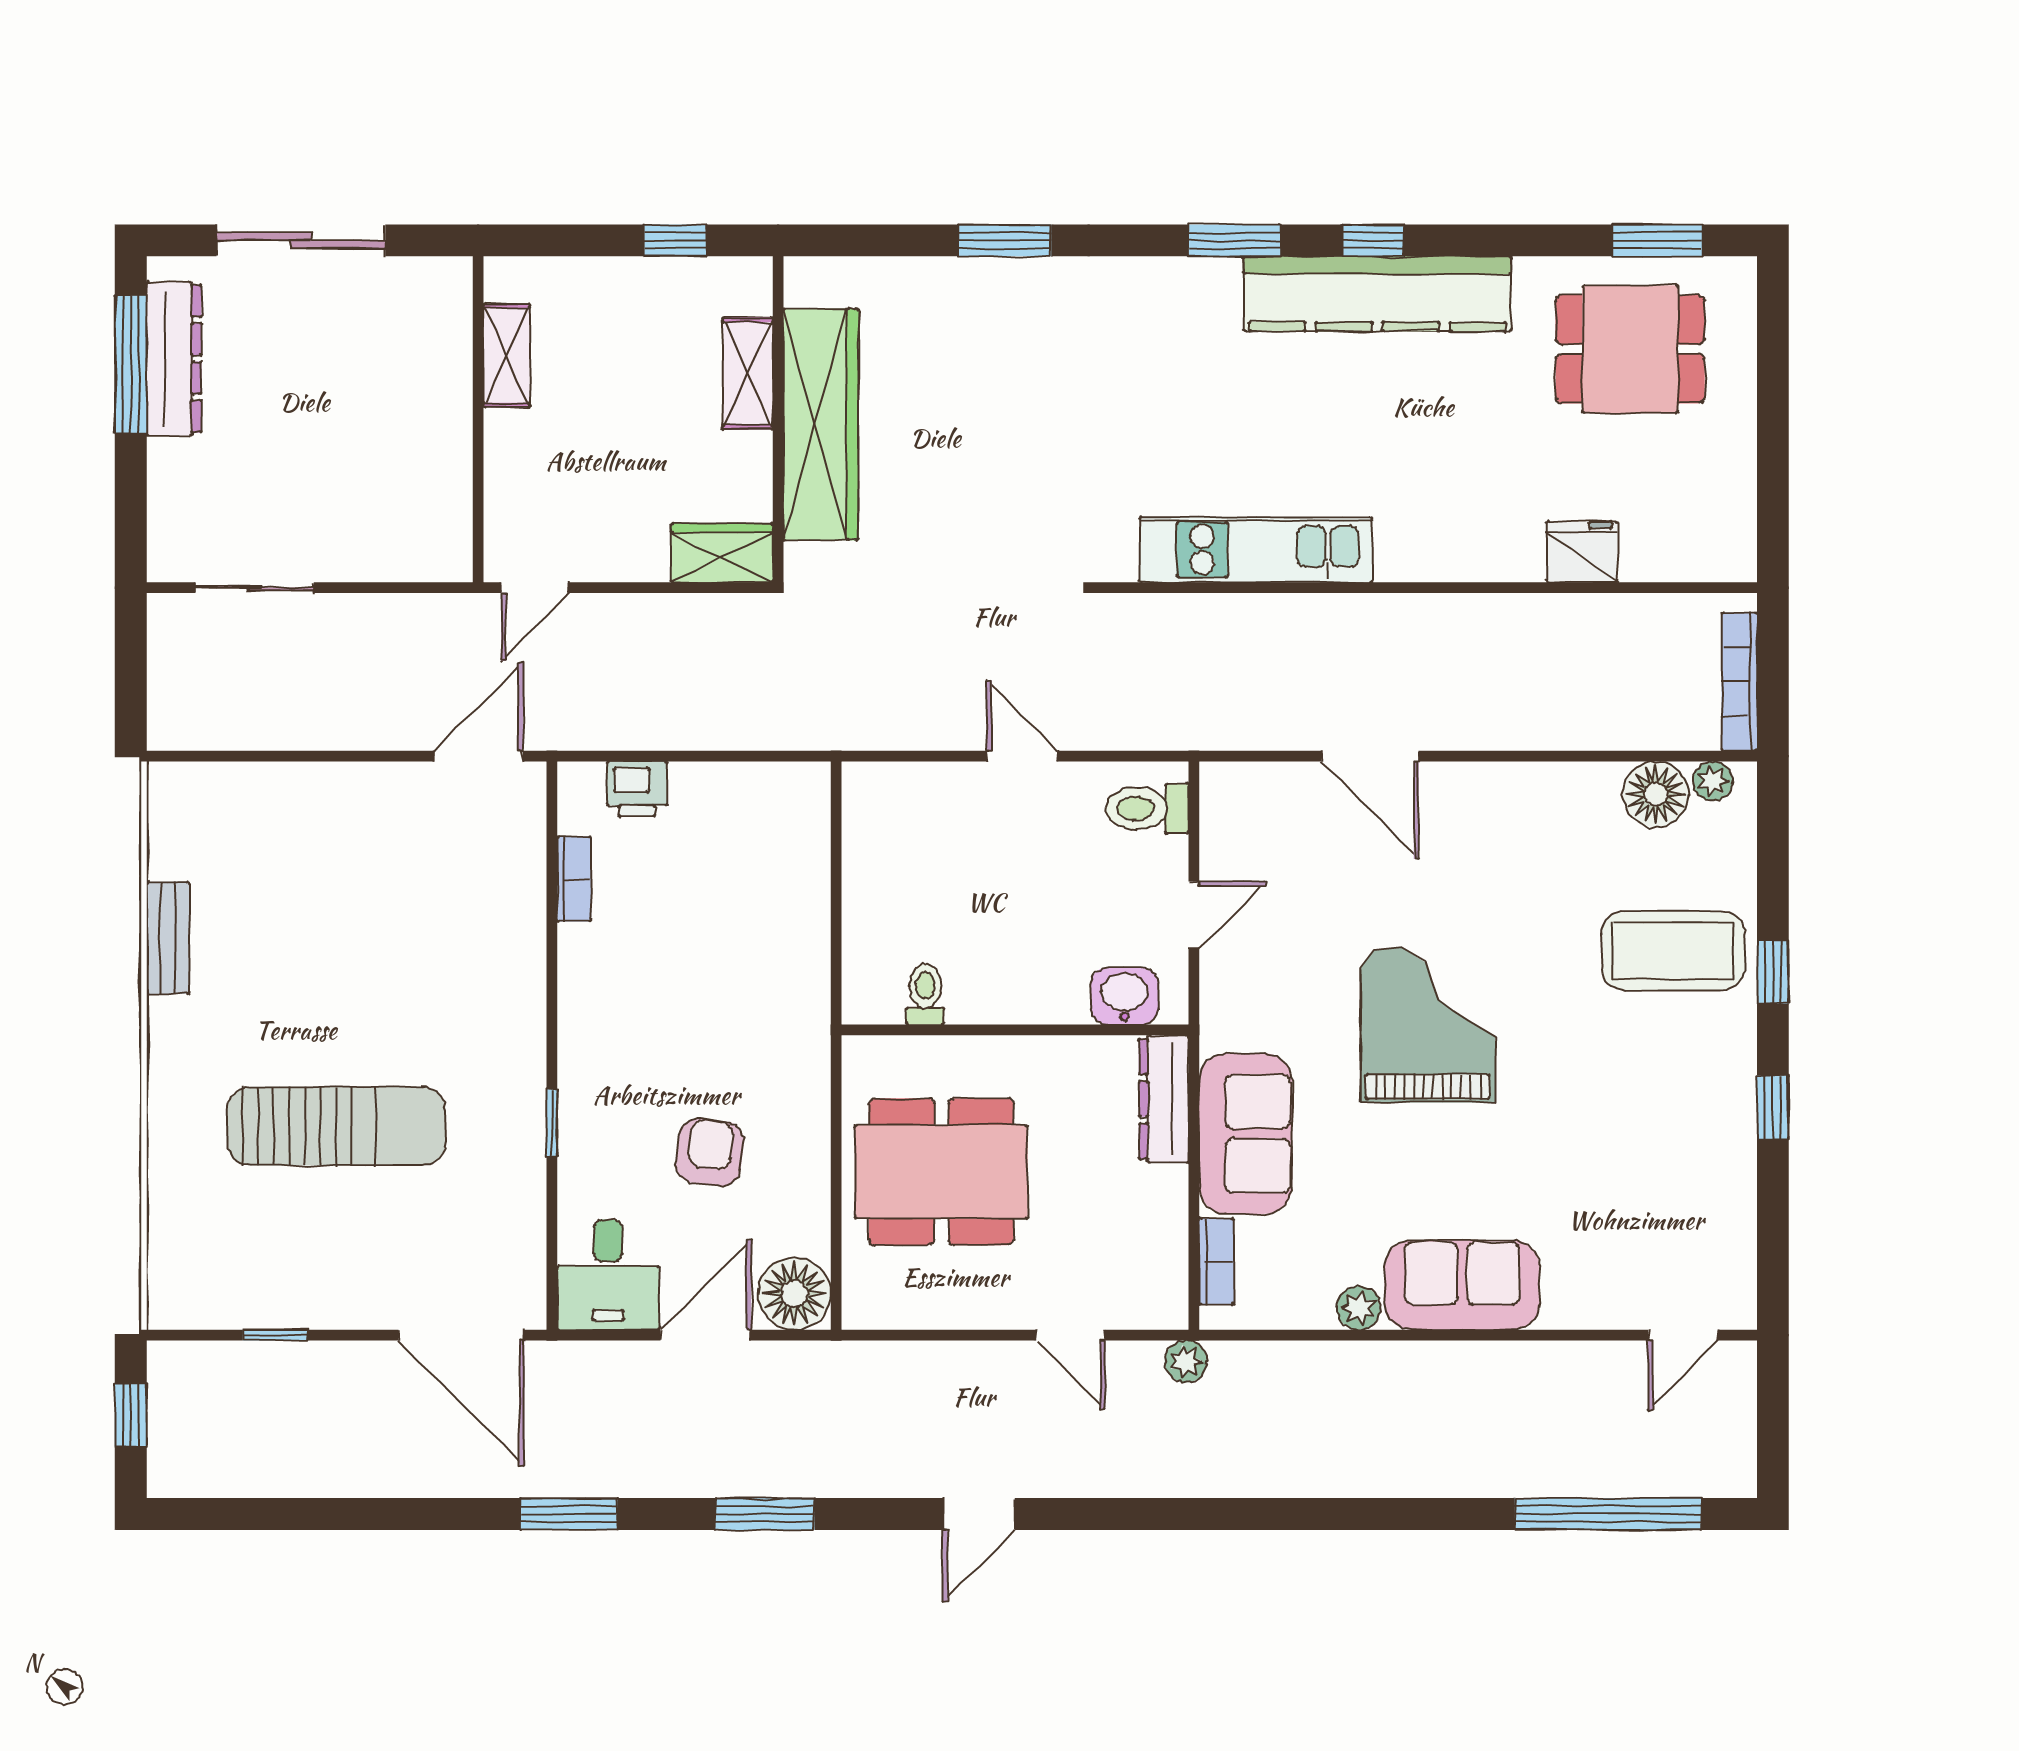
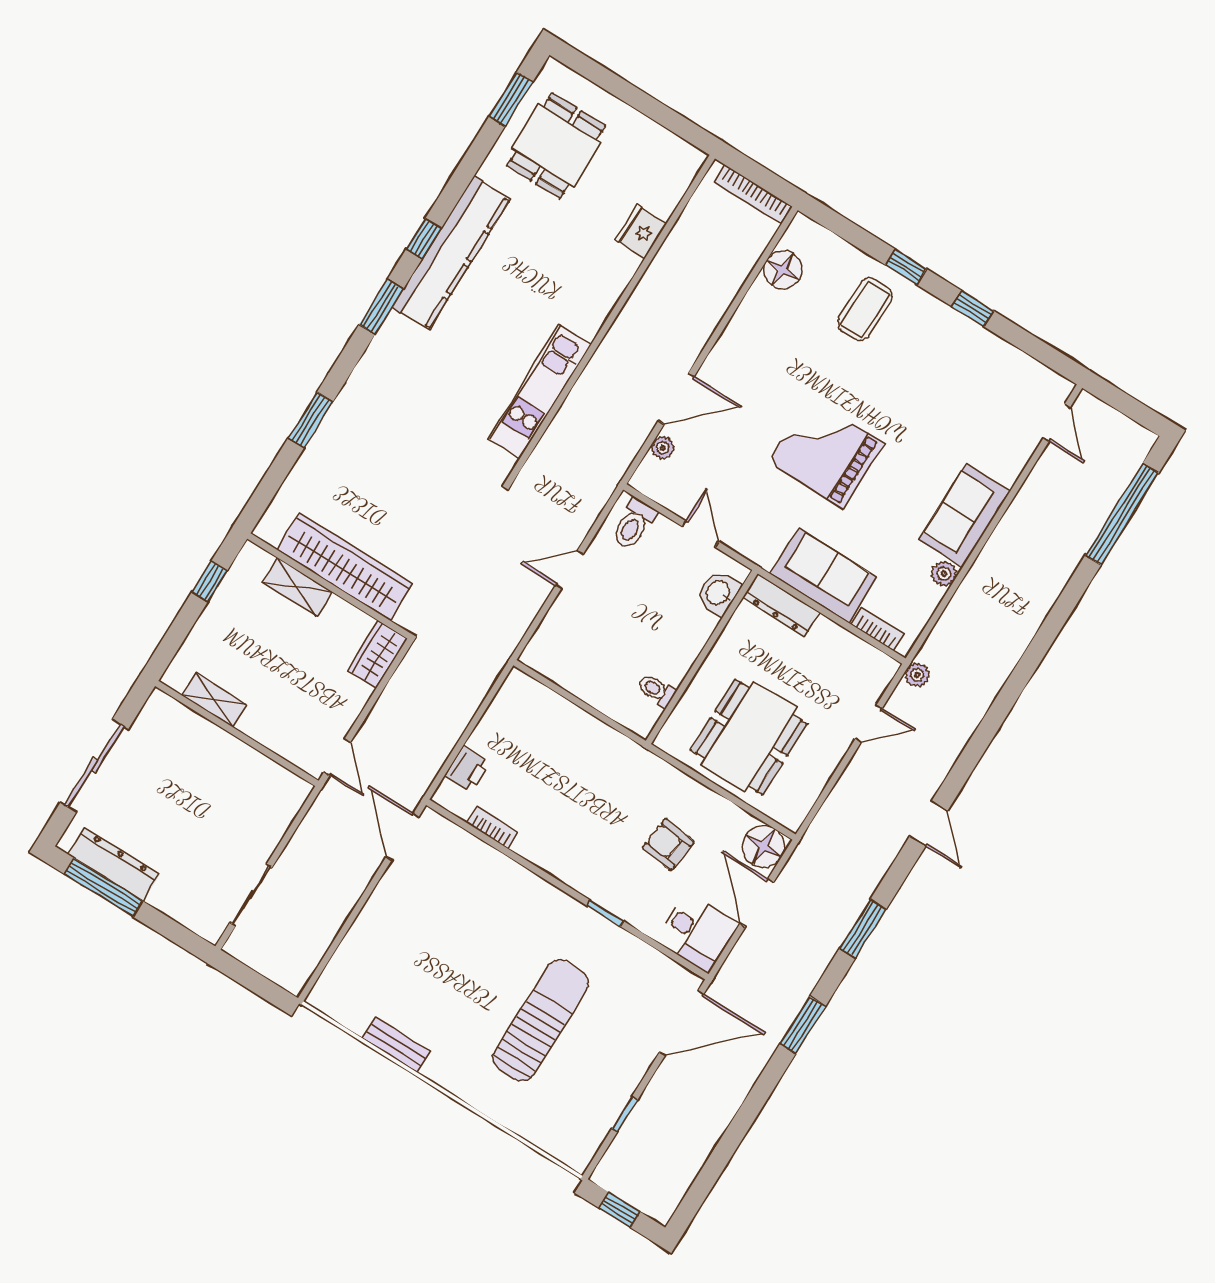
plant: (1713, 781) -> (663, 448), moved
coffee table: (1673, 951) -> (865, 309), width x0.73, depth x0.76

